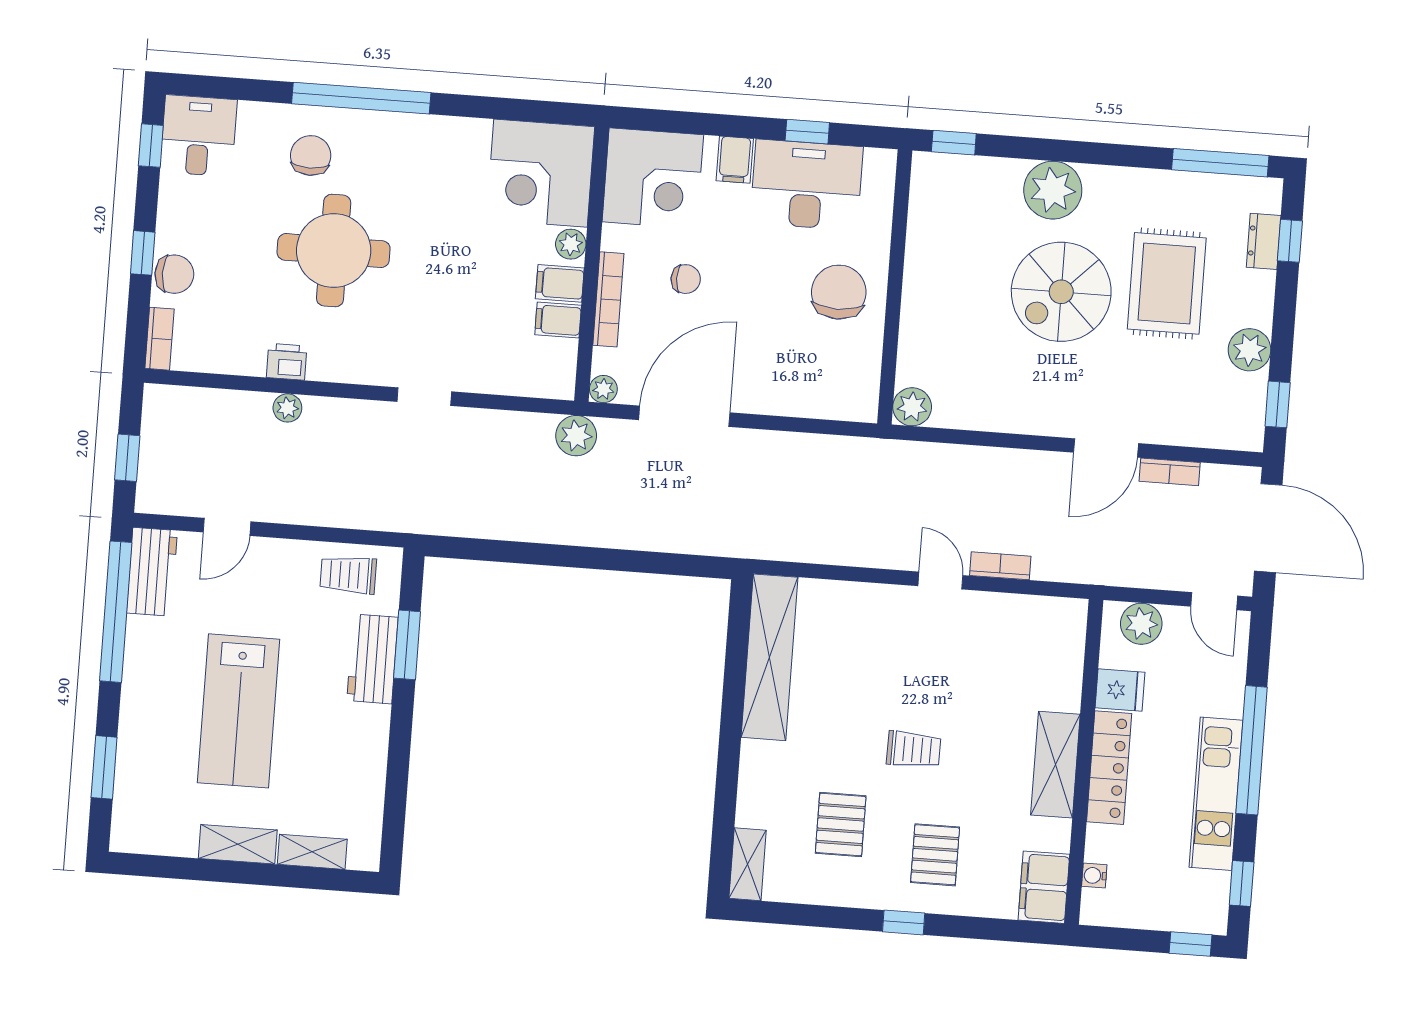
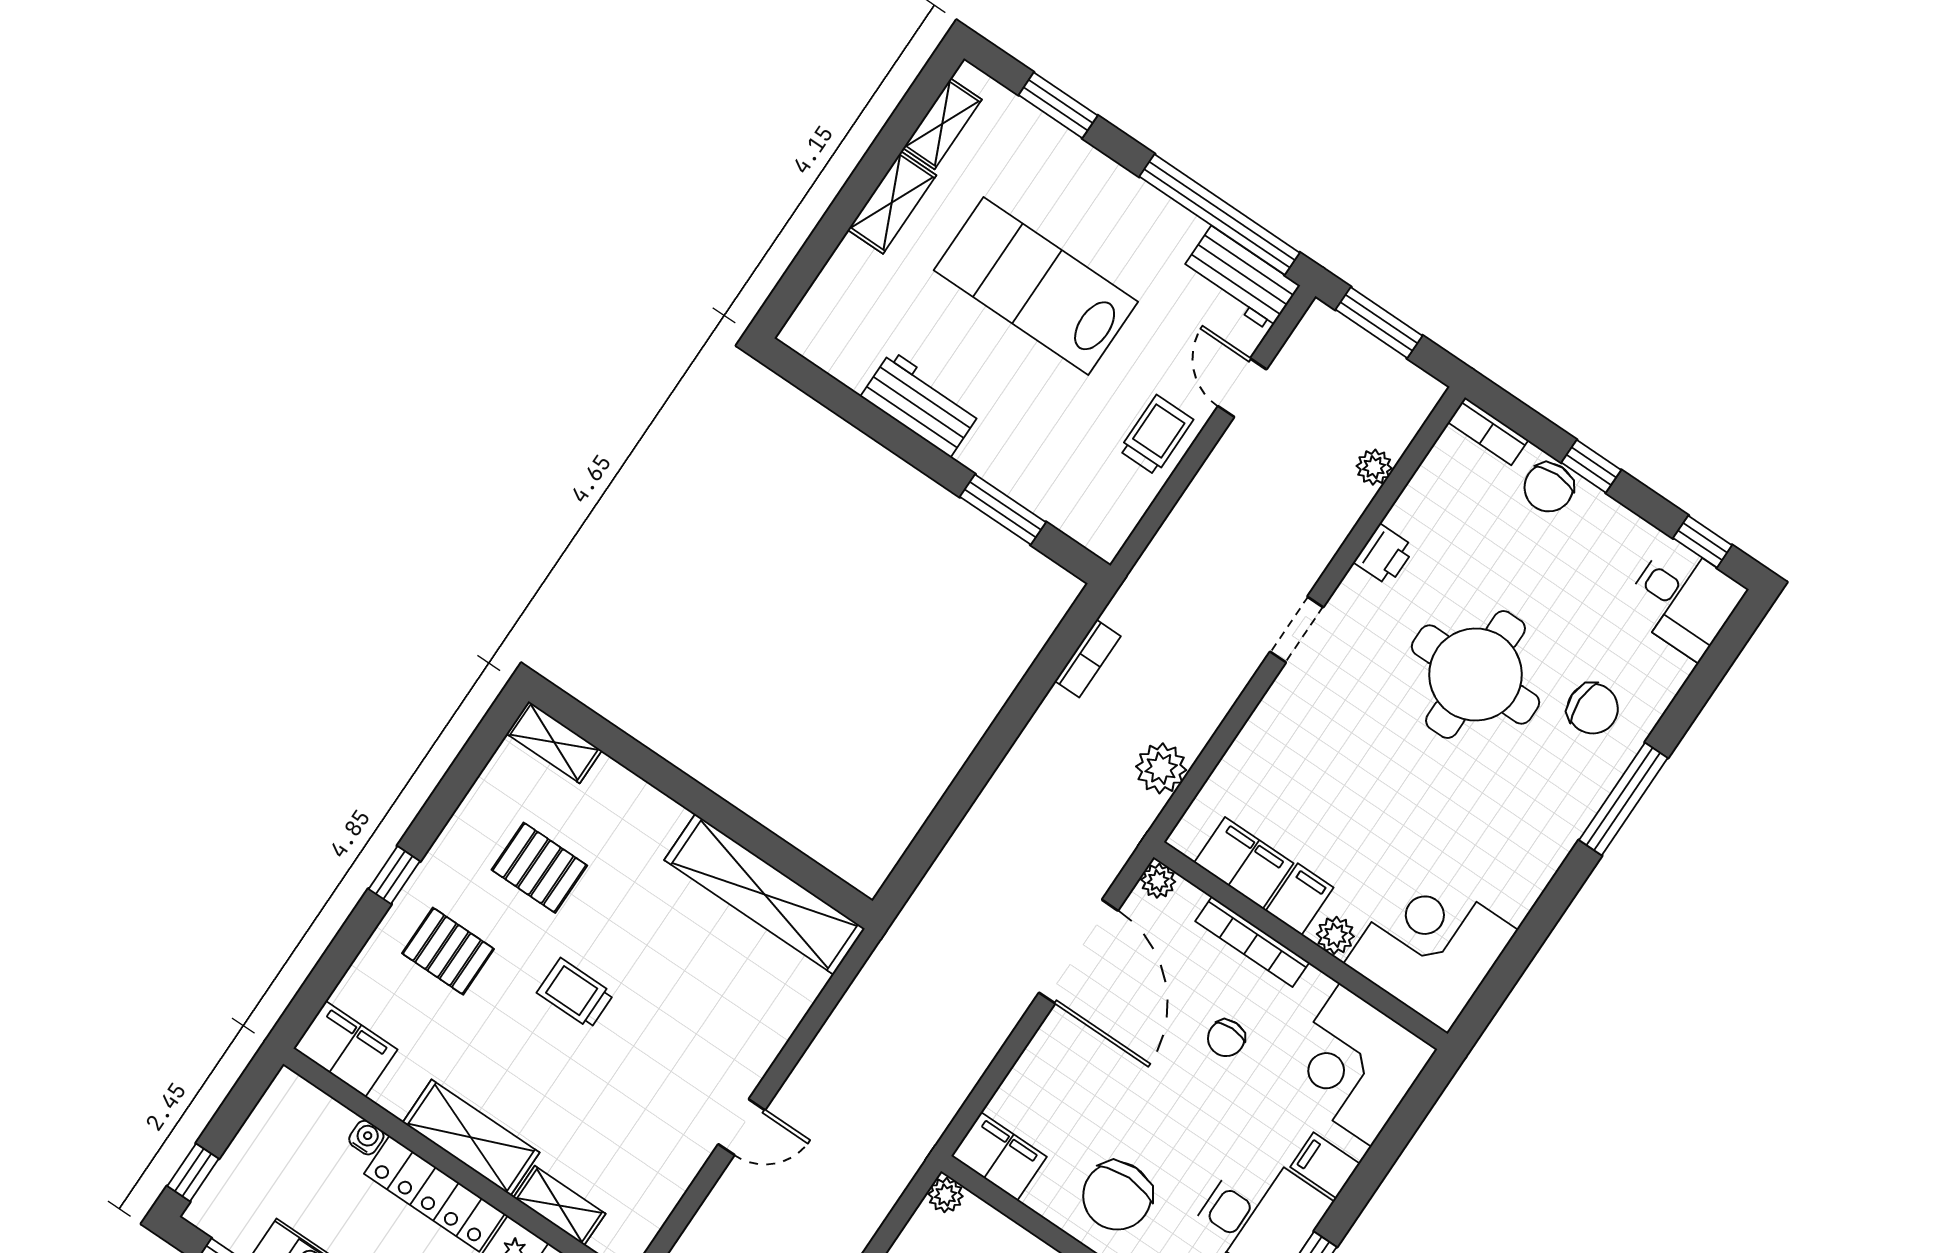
window: (361, 98) -> (1623, 799), width x0.68
chair: (839, 292) -> (1117, 1196), turned 90
filing cabinet: (558, 320) -> (1244, 863), width x2.00
filing cabinet: (858, 390) -> (999, 1156), added
doorway: (424, 397) -> (1297, 629), moved
plant: (912, 407) -> (946, 1195), width x0.73, depth x0.73
plant: (287, 408) -> (1374, 467), moved
plant: (576, 436) -> (1161, 768), moved
window: (127, 458) -> (1379, 323), width x1.50
bookcase: (1000, 566) -> (1088, 659), moved
trolley: (348, 575) -> (1156, 435), moved
workbench: (373, 659) -> (921, 404), moved
shelving: (1068, 676) -> (559, 1206), added
trolley: (914, 750) -> (575, 993), turned 89
shelving: (312, 852) -> (942, 124), moved
water cooler: (1094, 876) -> (366, 1138), moved

